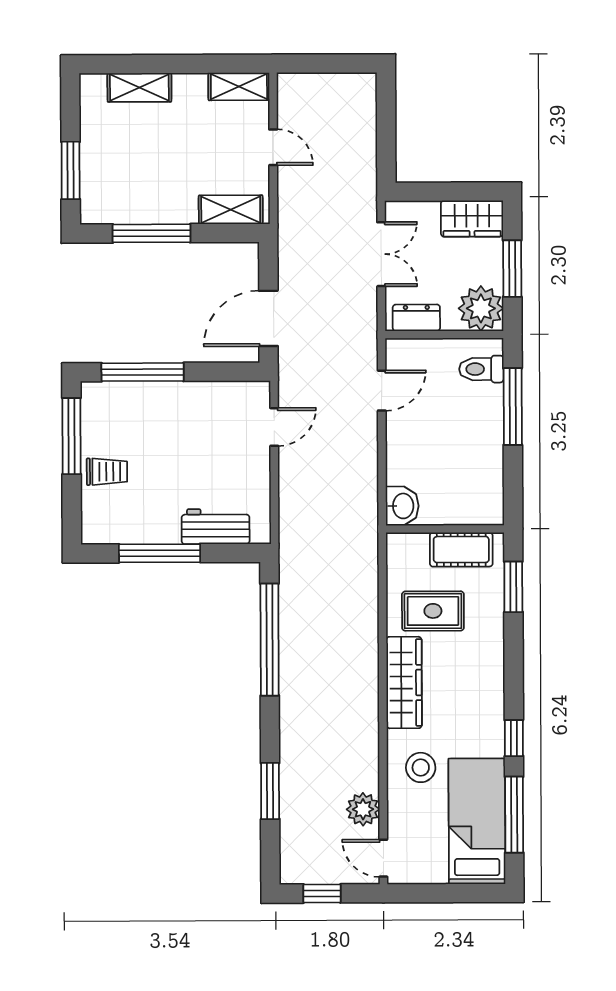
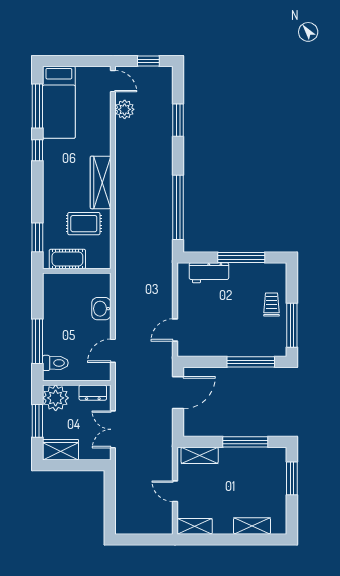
trolley: (107, 472) -> (271, 305), turned 90
washbasin: (402, 506) -> (101, 309), moved
stool: (421, 767) -> (91, 133), removed

